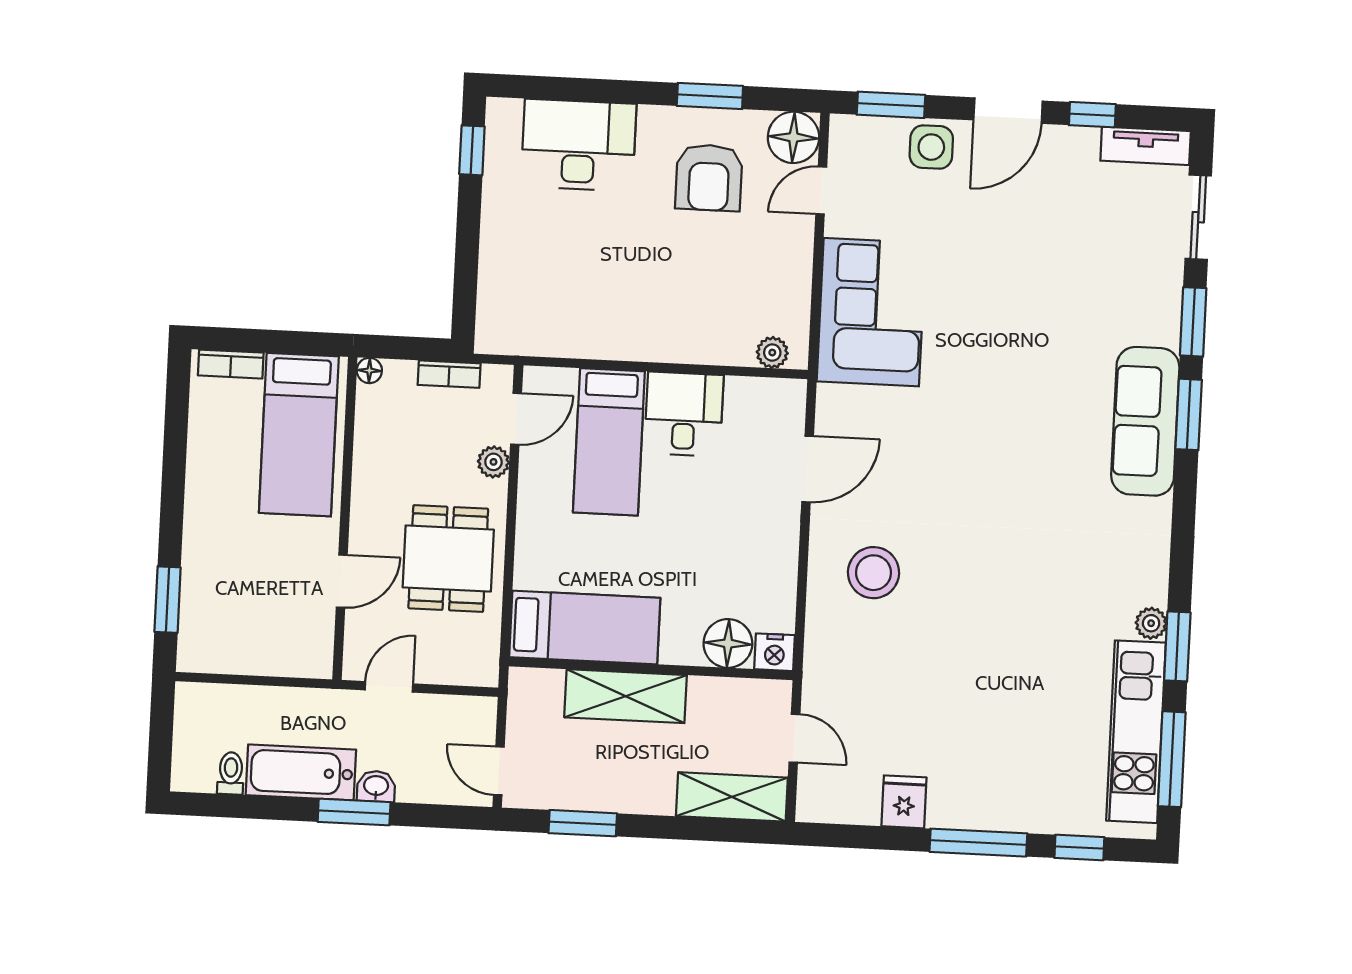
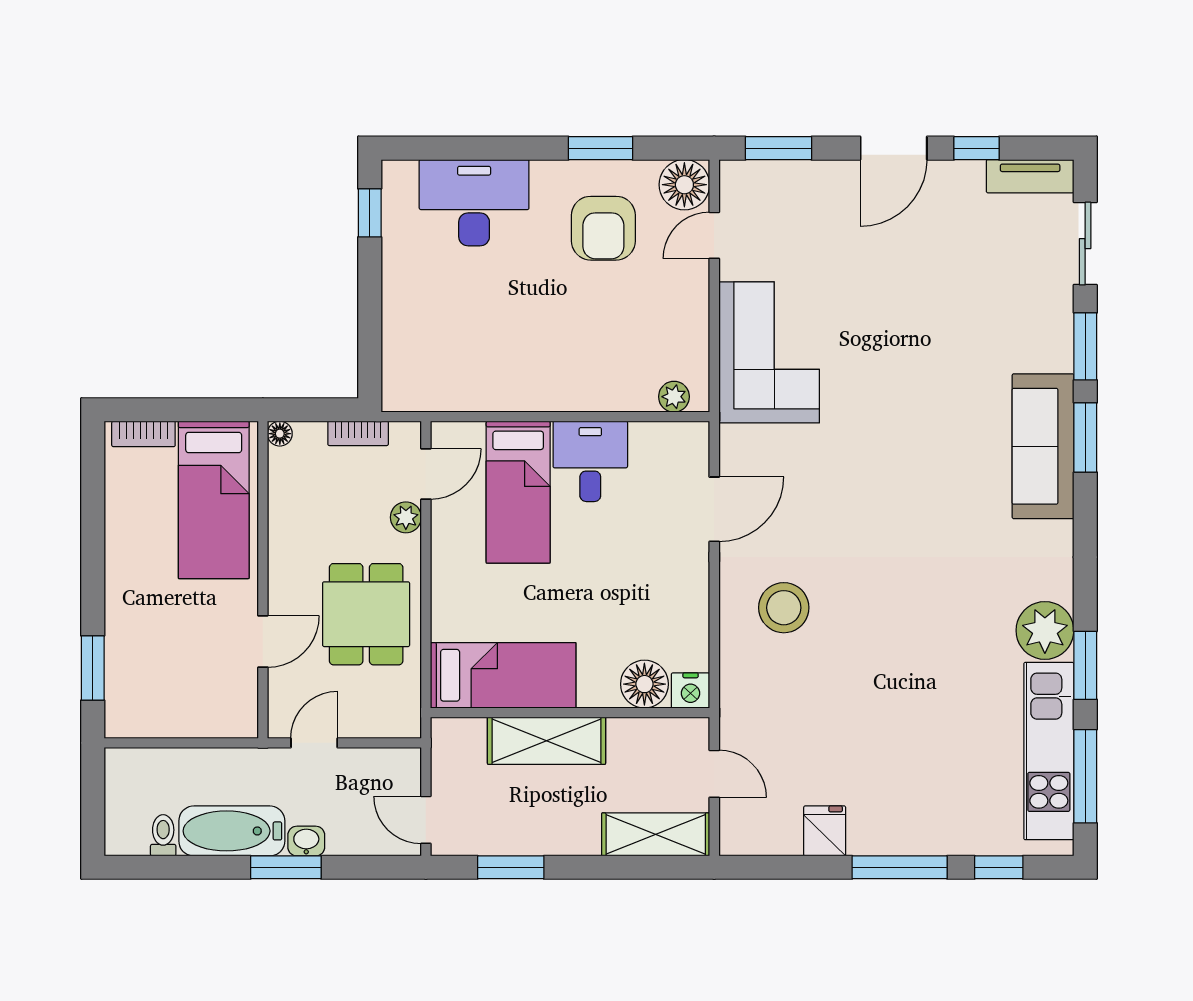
side table: (931, 147) -> (820, 188), removed
plant: (1151, 623) -> (1045, 630), width x1.87, depth x1.87

